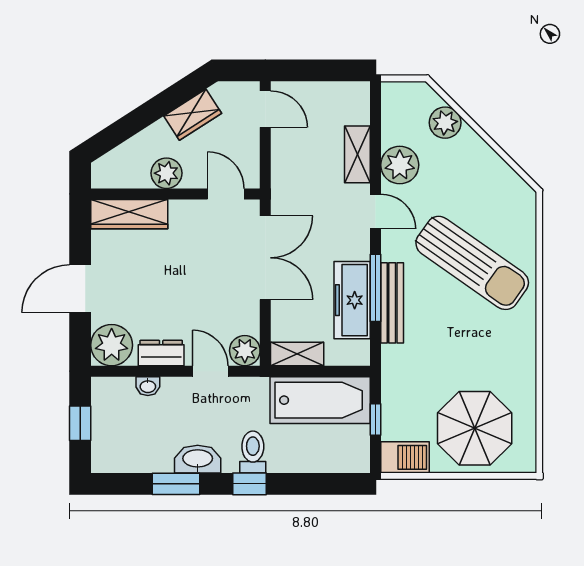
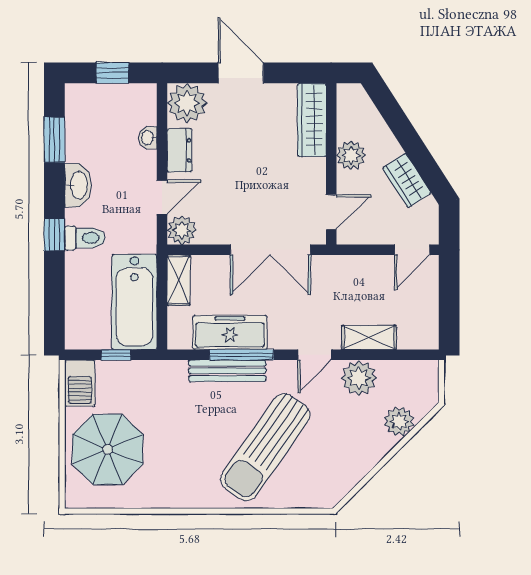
window: (176, 484) -> (54, 140), moved

